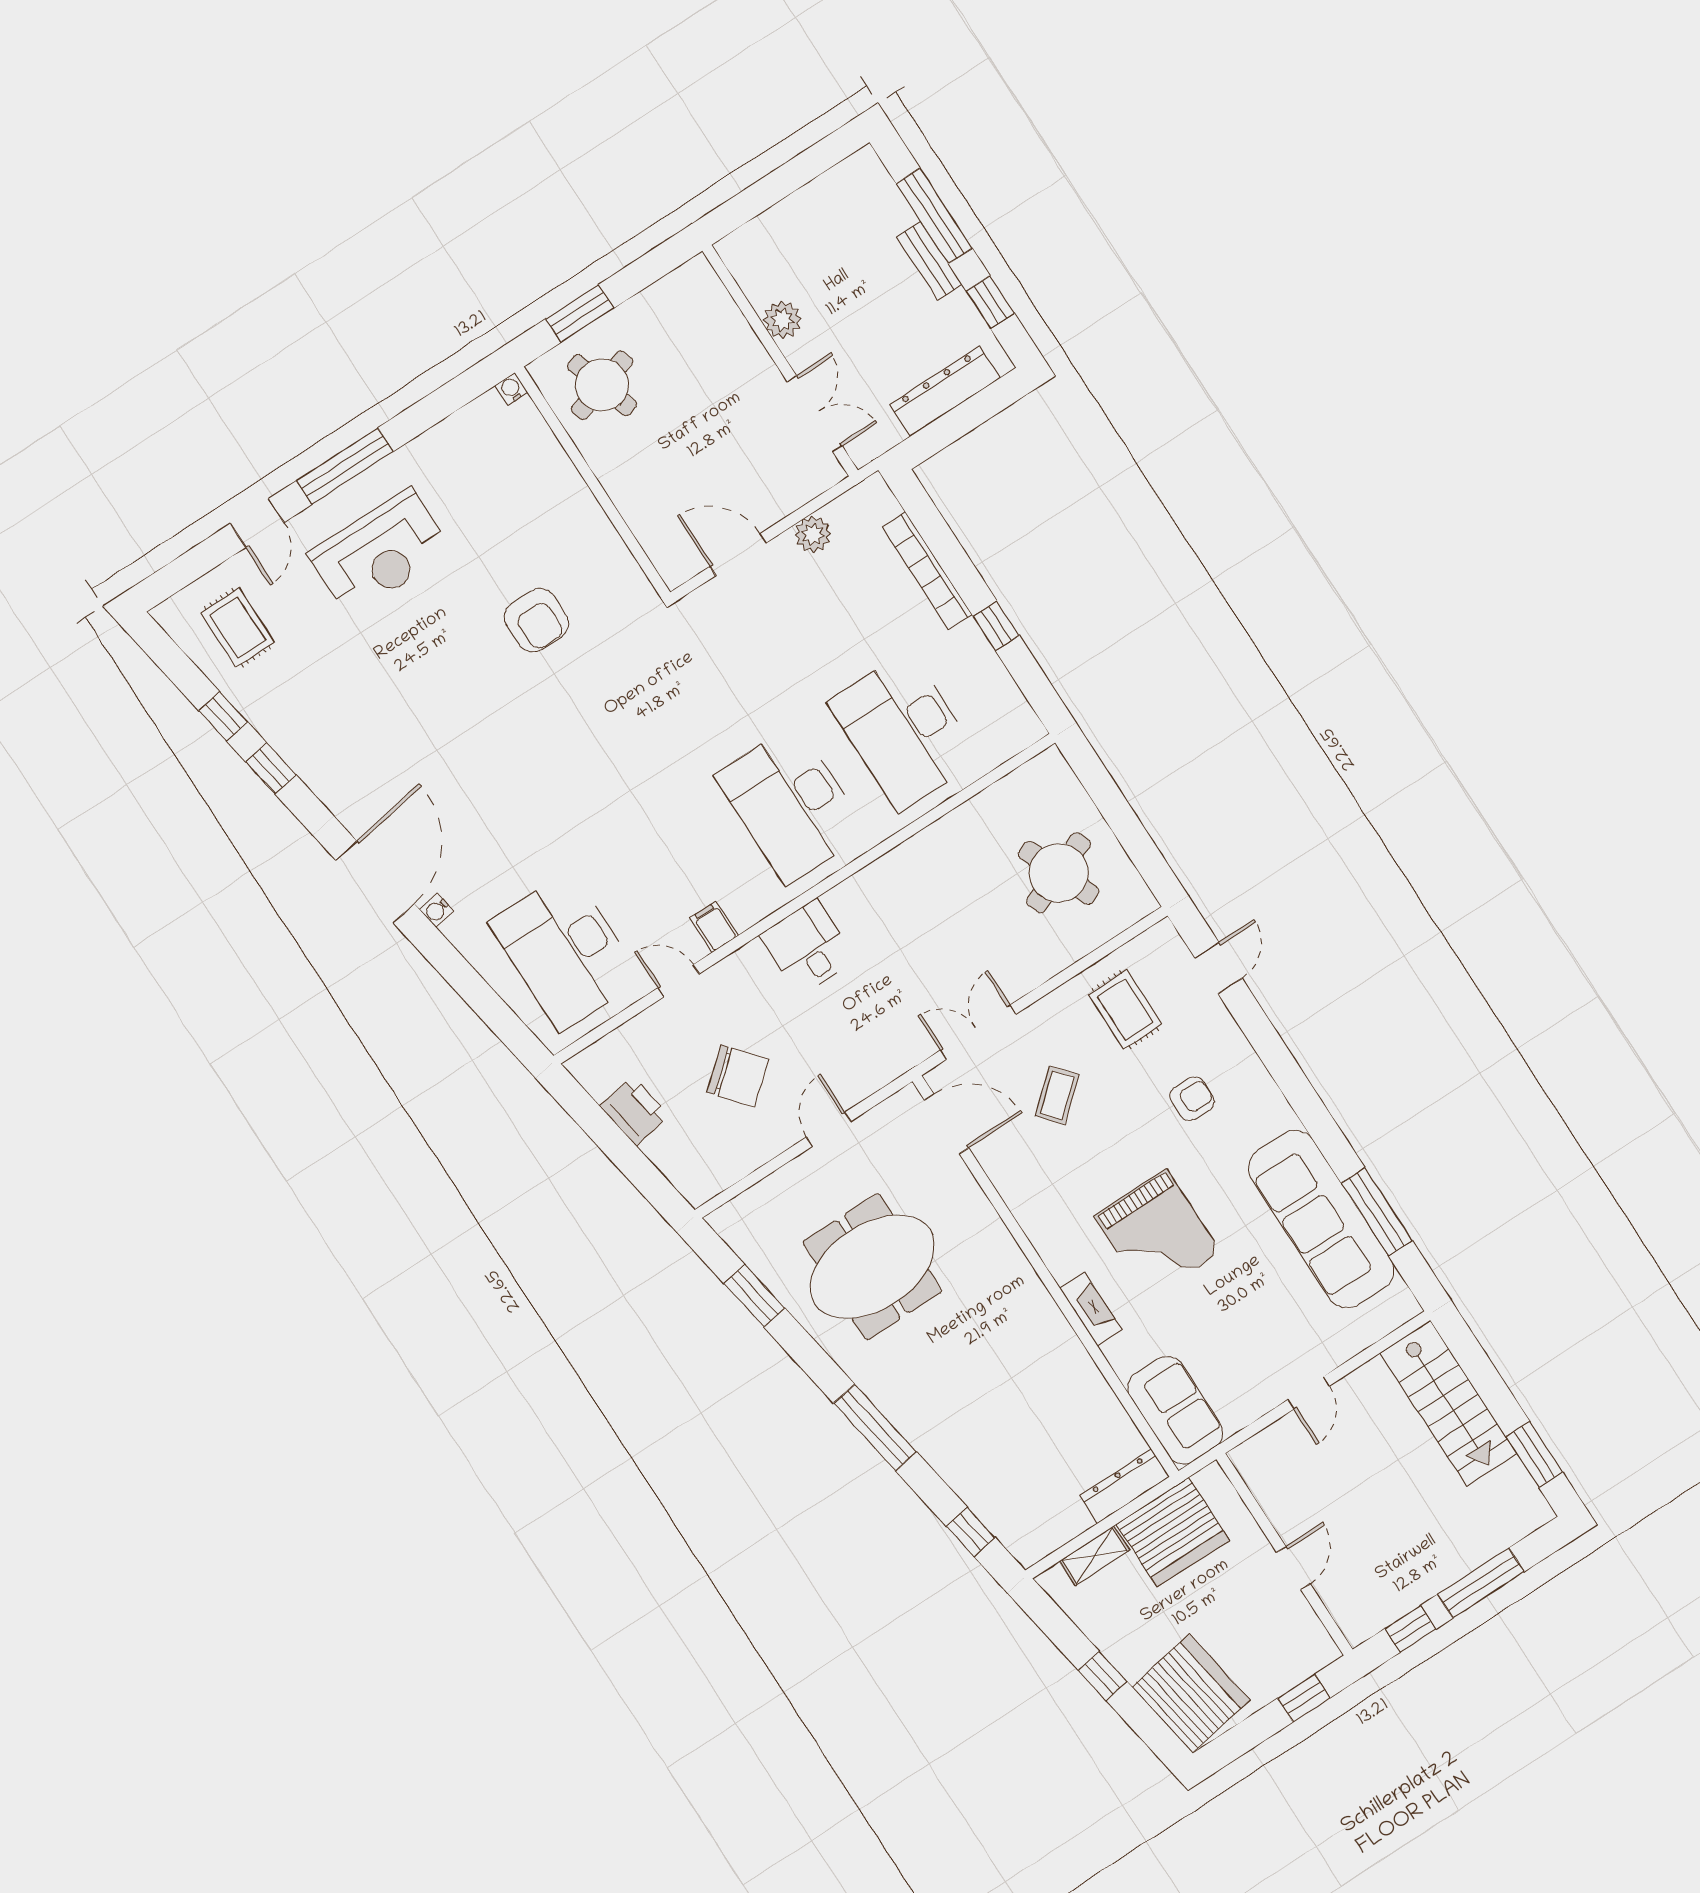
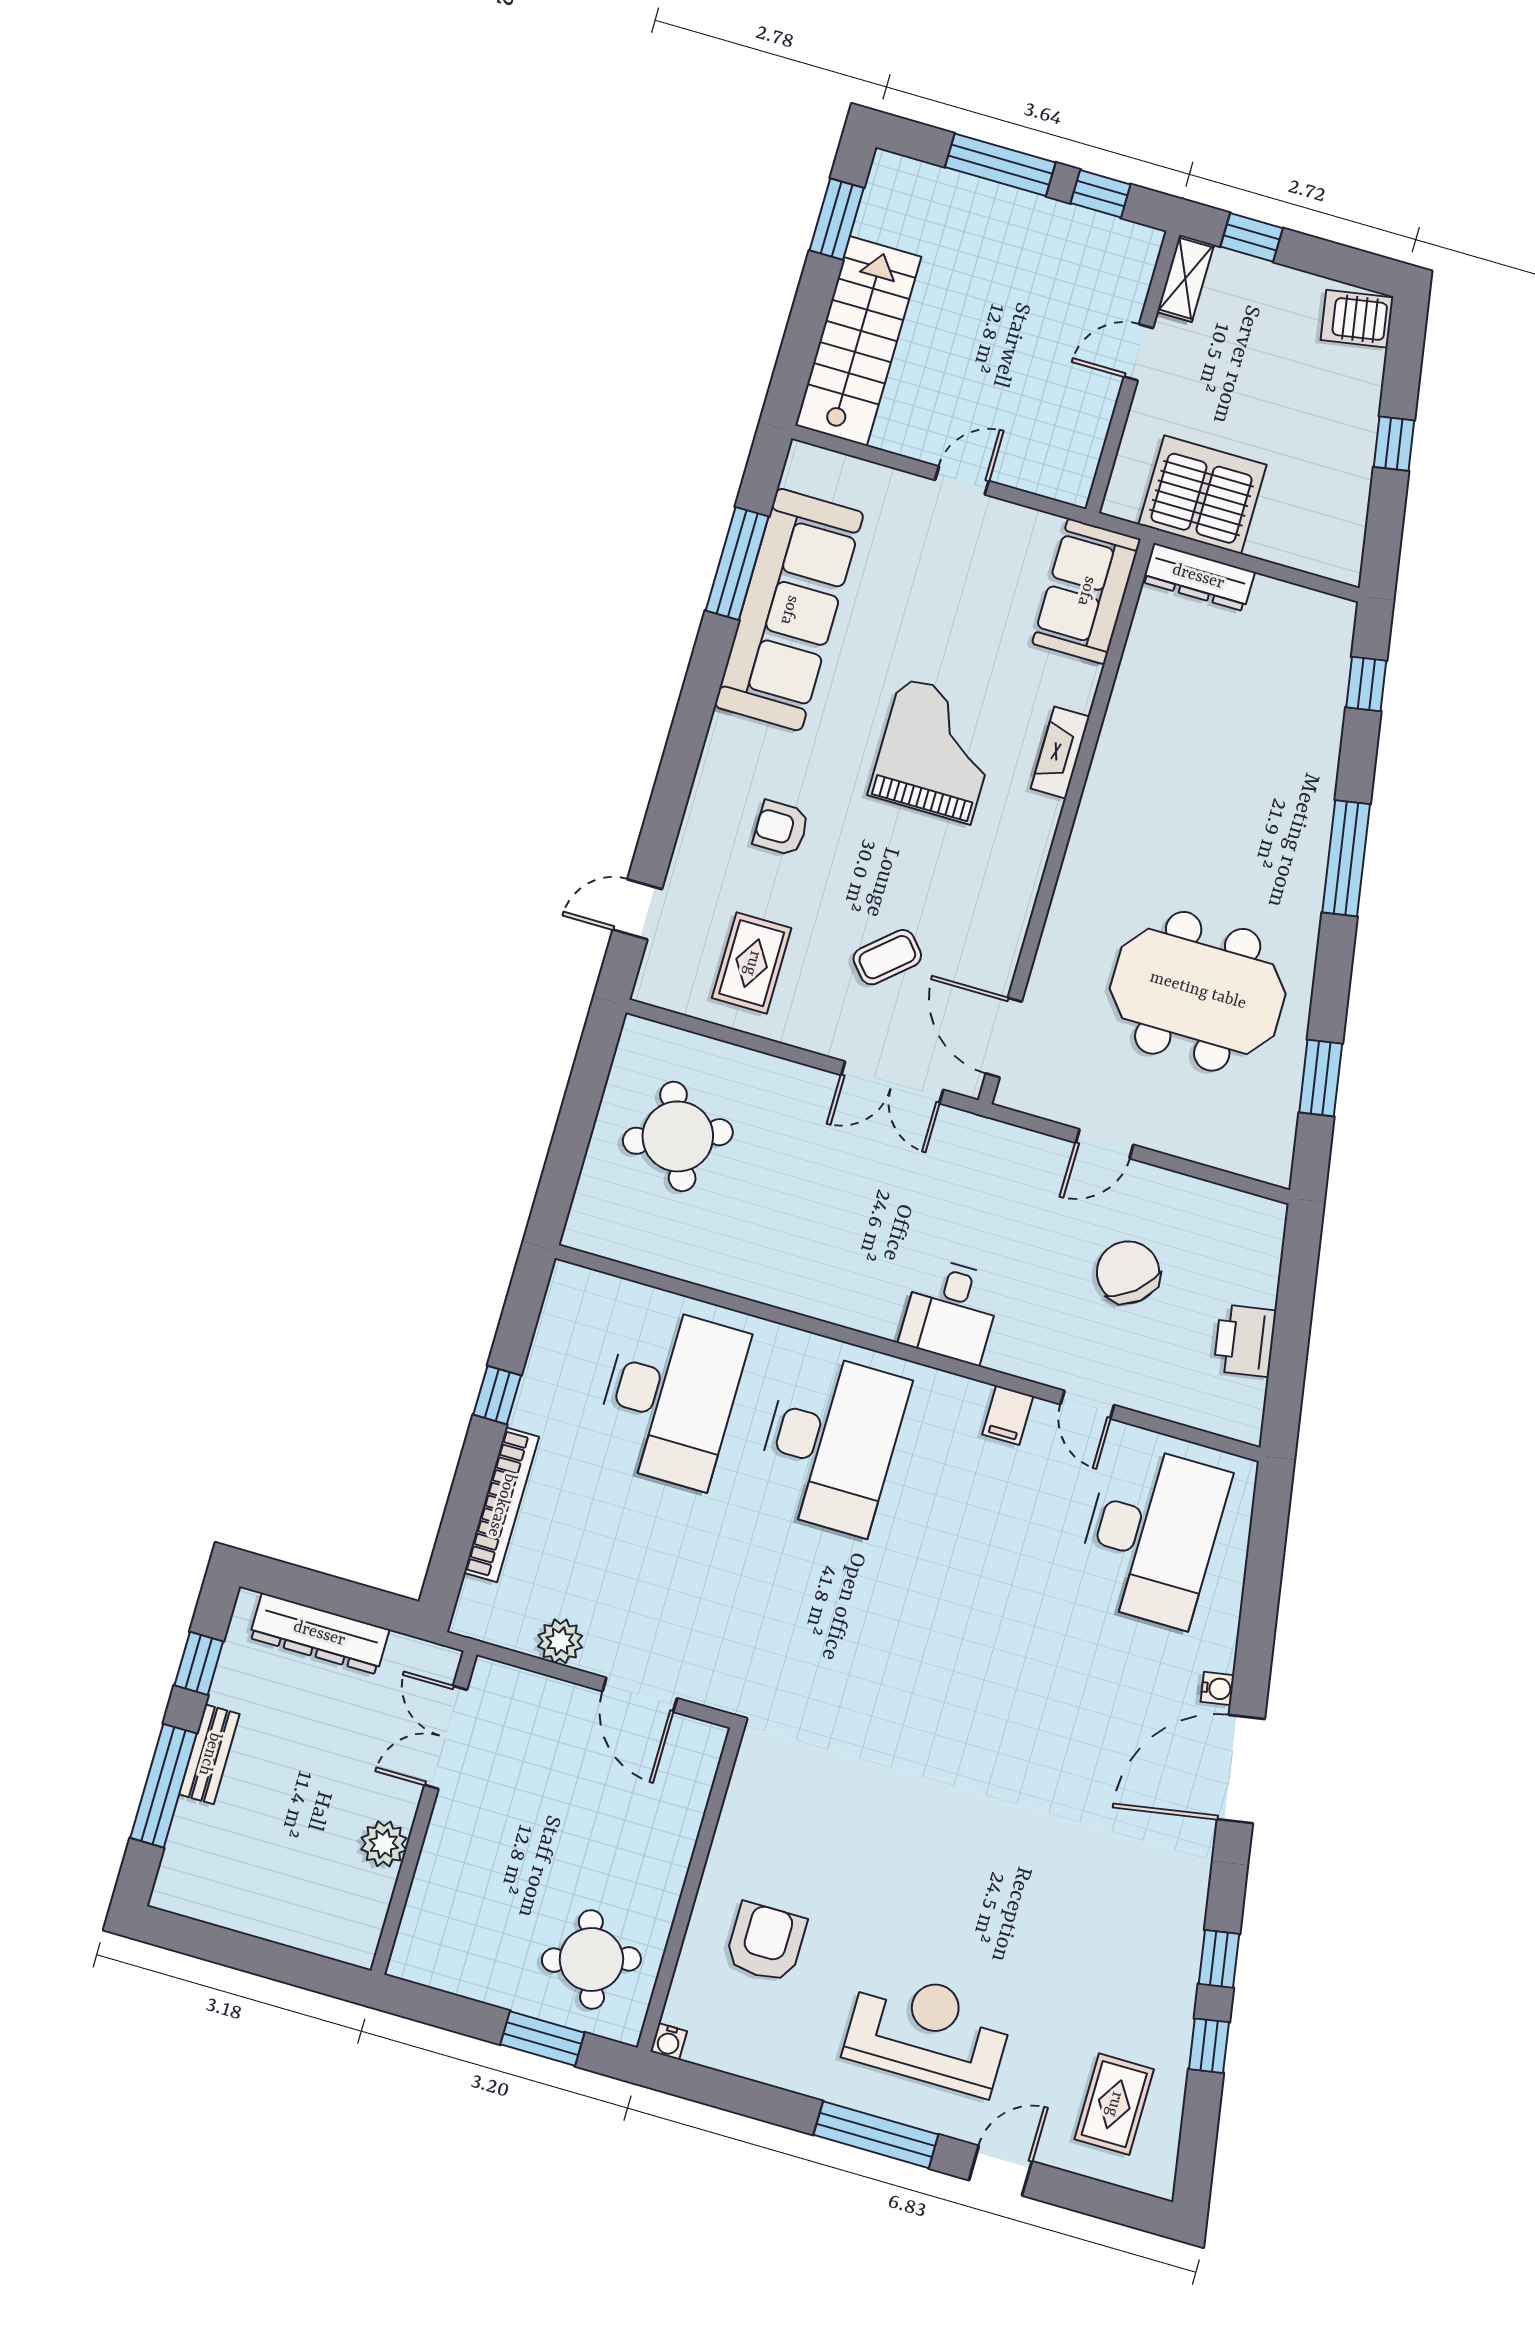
armchair: (536, 620) -> (766, 1942), moved
shelving: (1095, 1556) -> (1185, 278), moved, turned 90
server rack: (1191, 1693) -> (1357, 319), width x0.46, depth x0.70

